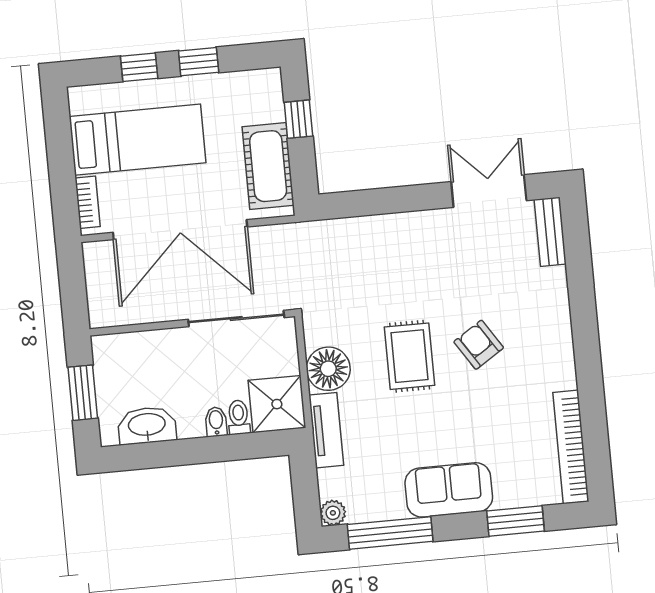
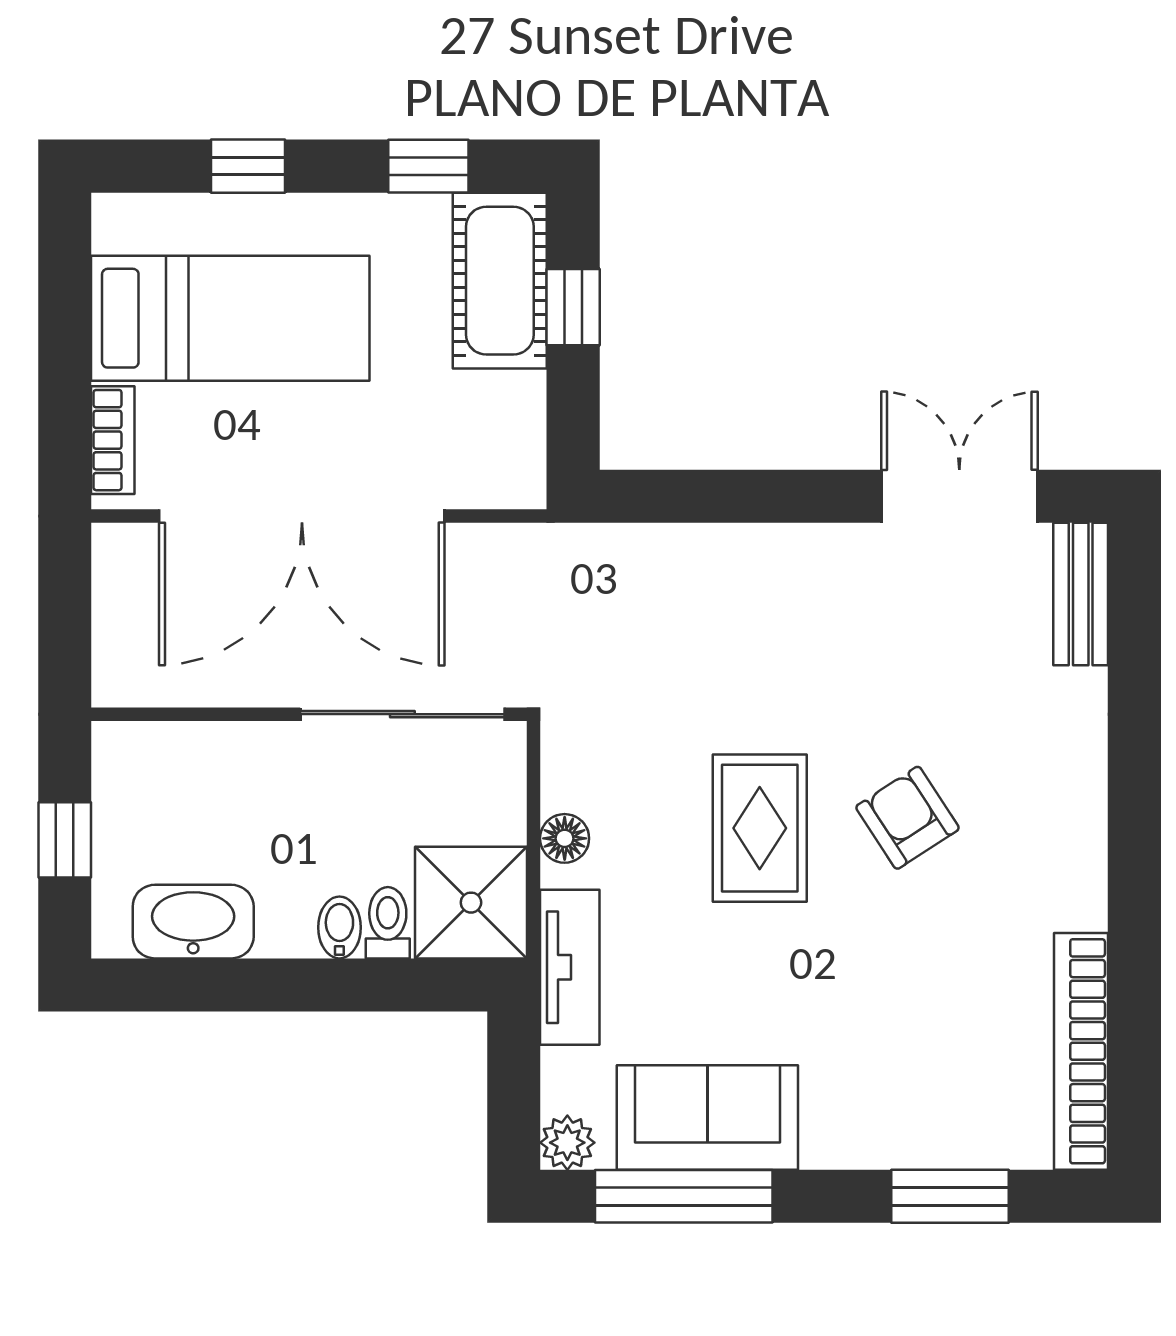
window: (199, 62) -> (428, 166), moved
cot: (268, 166) -> (500, 281), moved
floor lamp: (328, 369) -> (565, 838), width x0.53, depth x0.53
window: (83, 393) -> (65, 840), width x0.67
sofa: (449, 490) -> (707, 1117), moved

